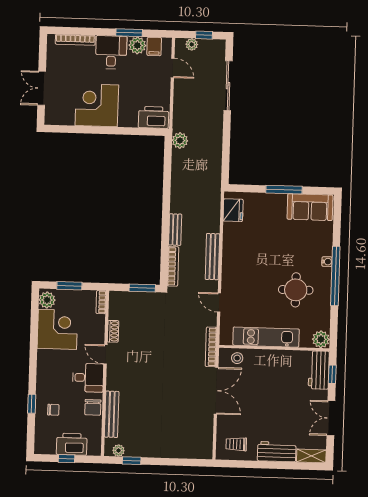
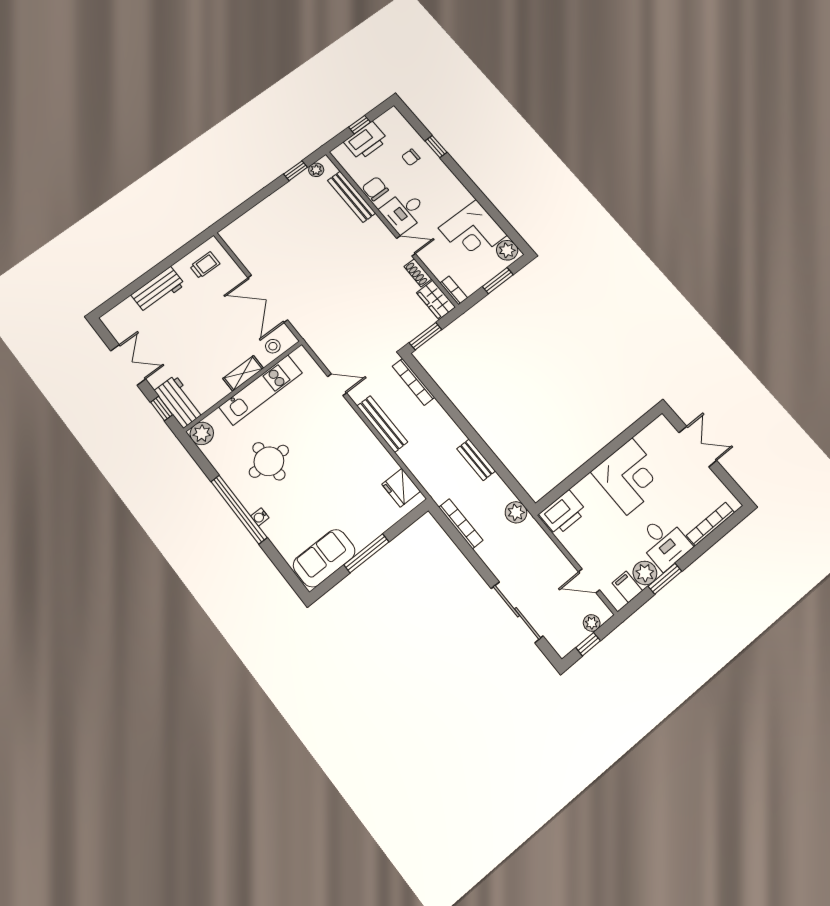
bench: (175, 230) -> (476, 460), moved
wardrobe: (117, 305) -> (436, 300), added
bookcase: (211, 347) -> (461, 524), moved
shelving: (311, 456) -> (243, 373), moved

